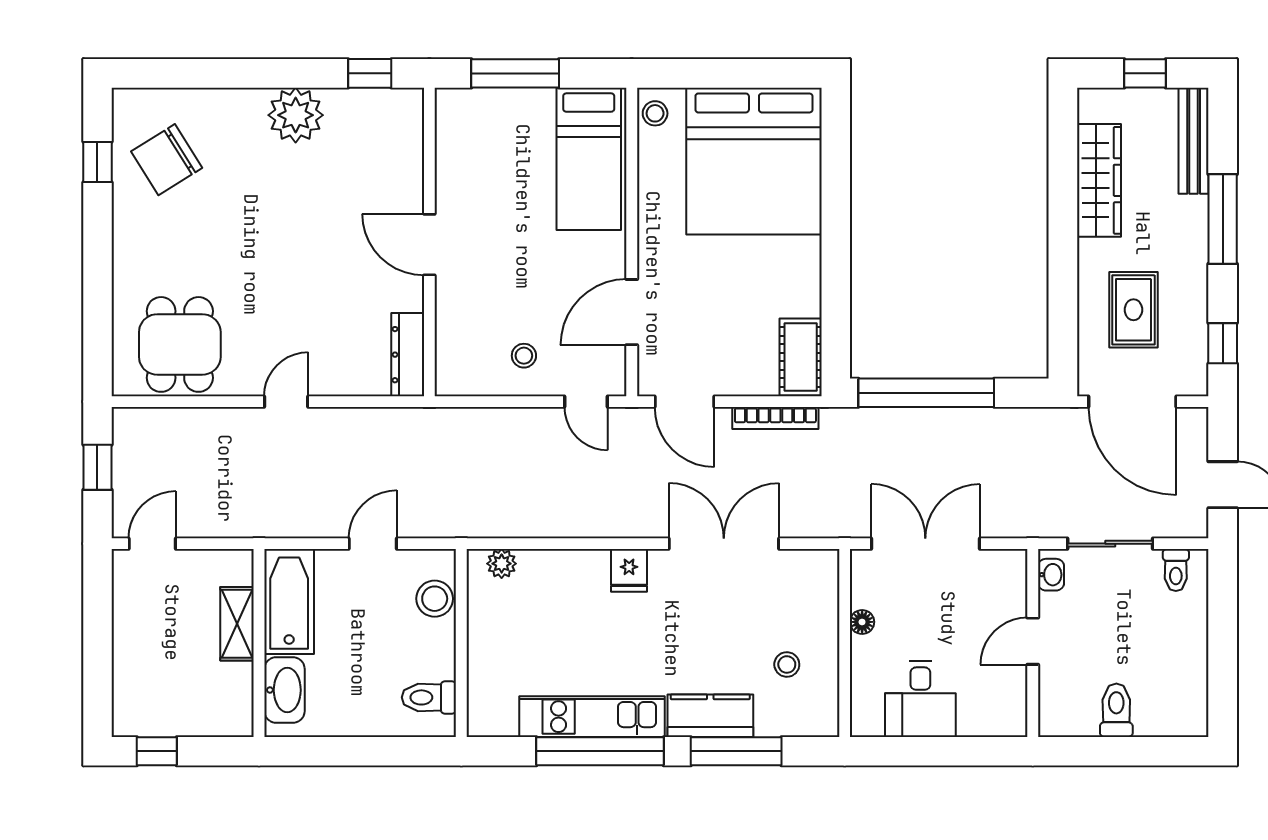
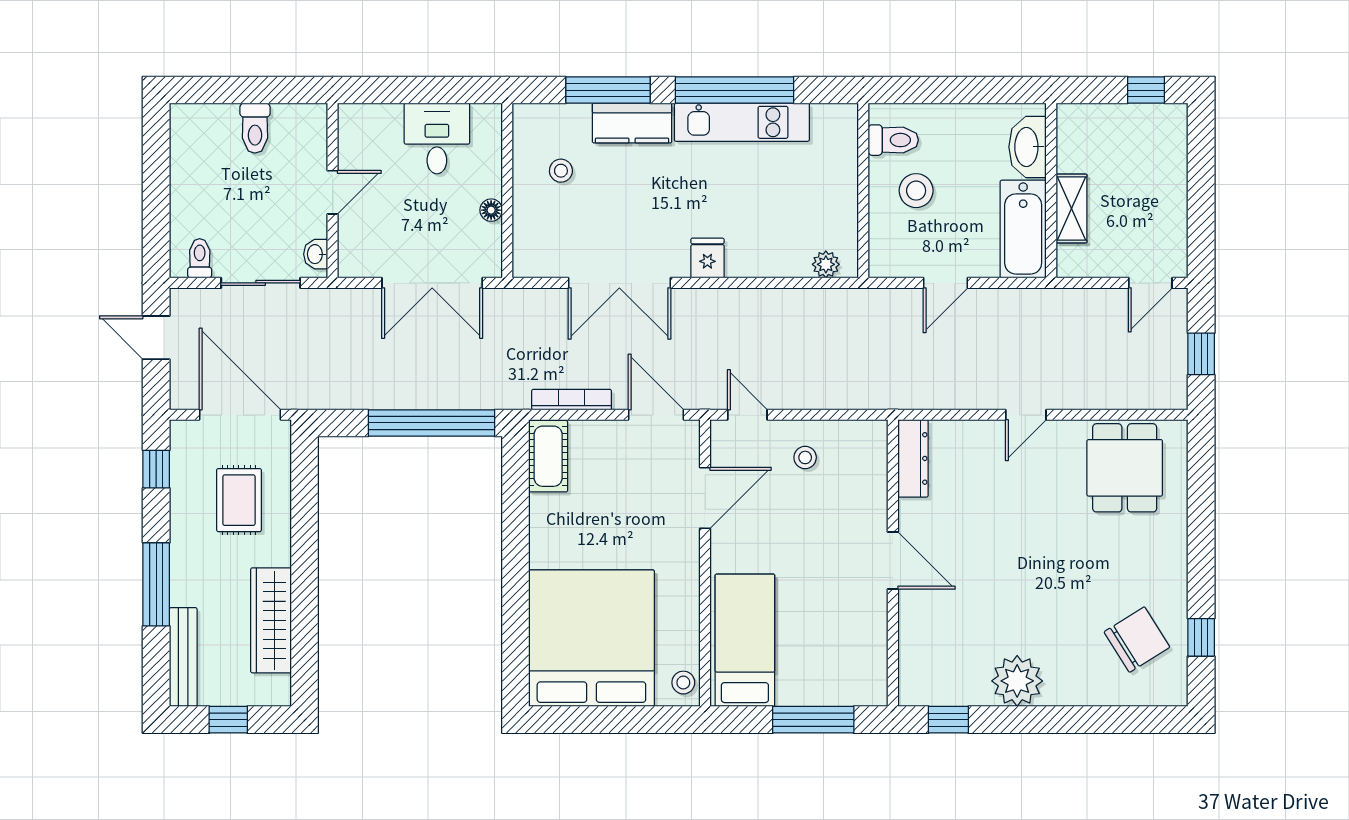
stool: (435, 599) -> (916, 191), moved

